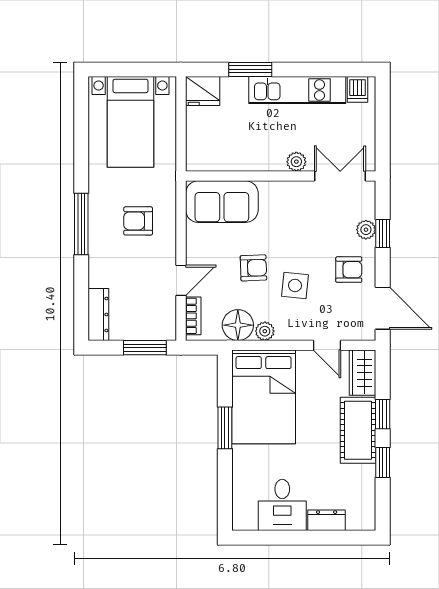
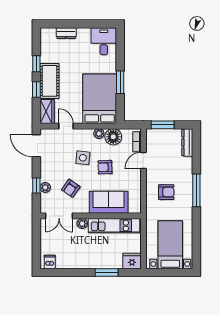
kitchen unit: (297, 90) -> (114, 226), moved, turned 180
sofa: (222, 202) -> (109, 202), moved
armchair: (349, 270) -> (71, 188), moved, turned -55
desk: (282, 505) -> (104, 41), moved

